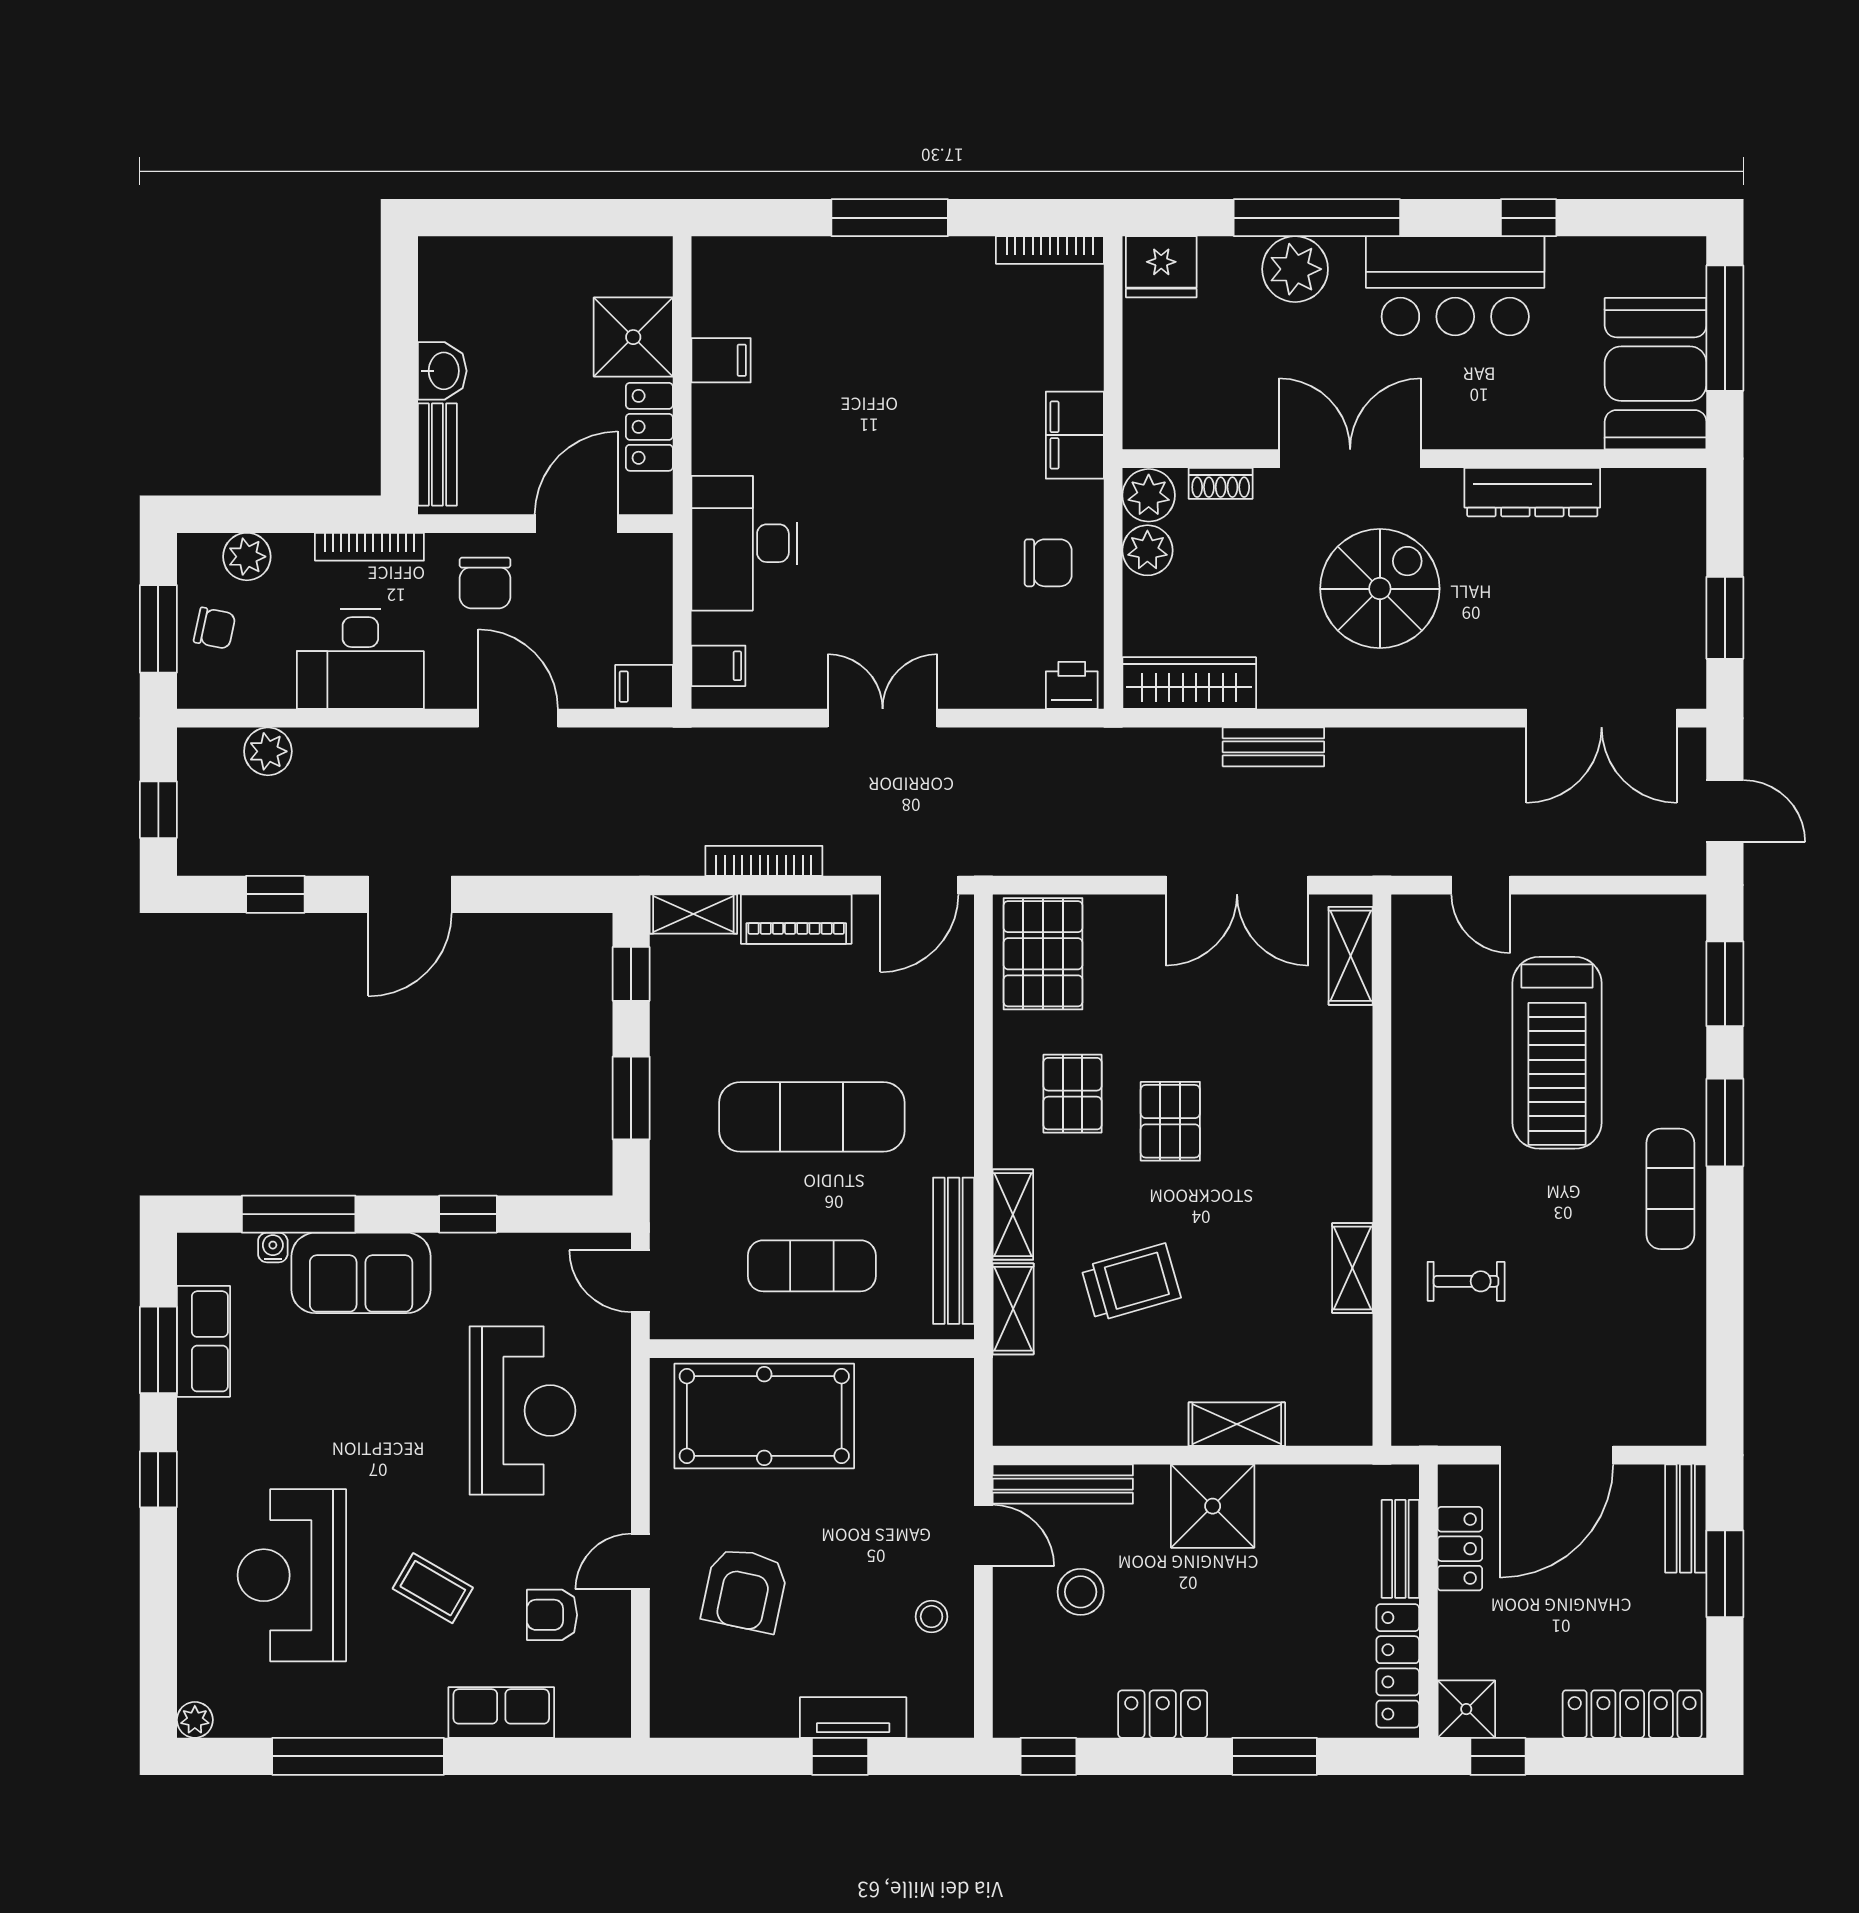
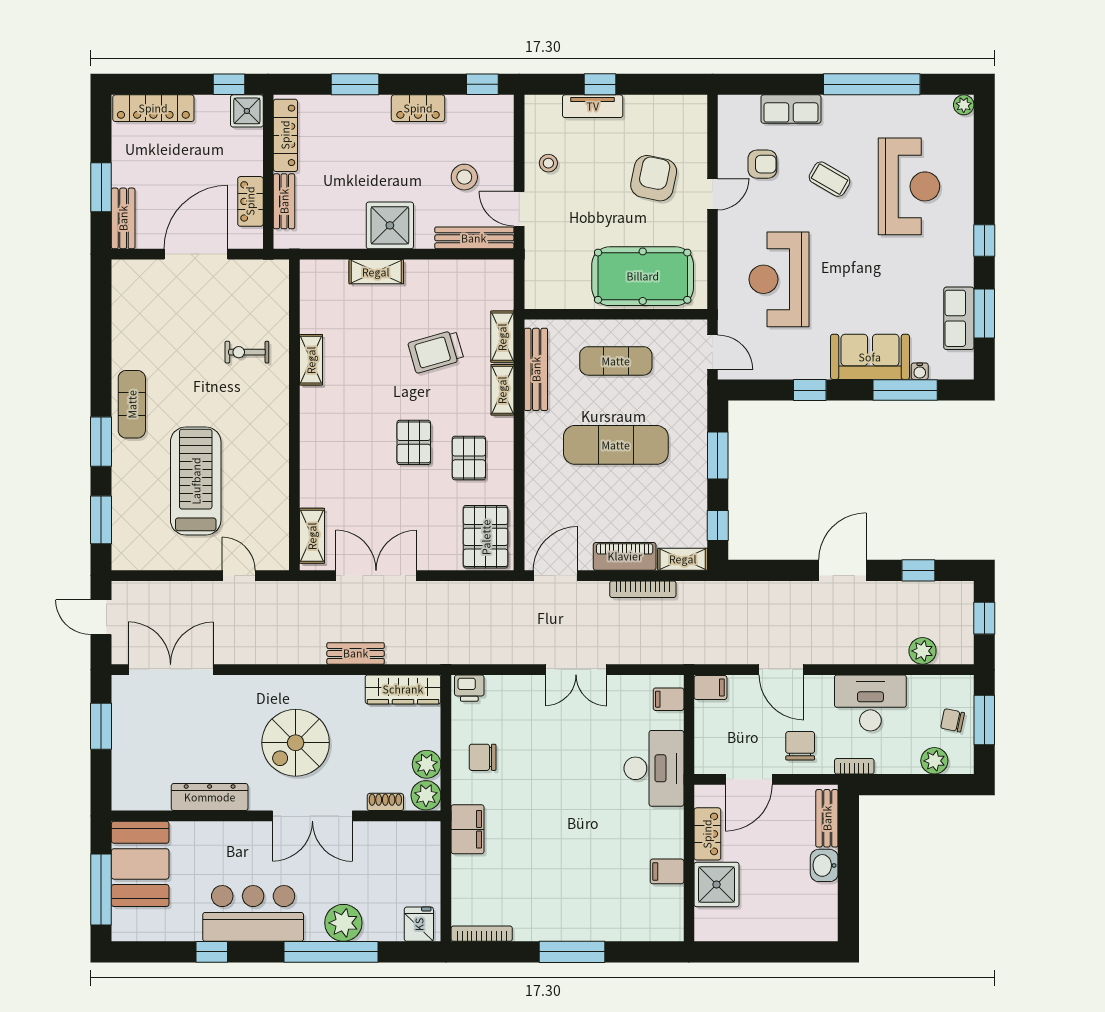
fridge: (1161, 267) -> (419, 924), width x0.72
bookcase: (369, 547) -> (854, 766), width x0.64

